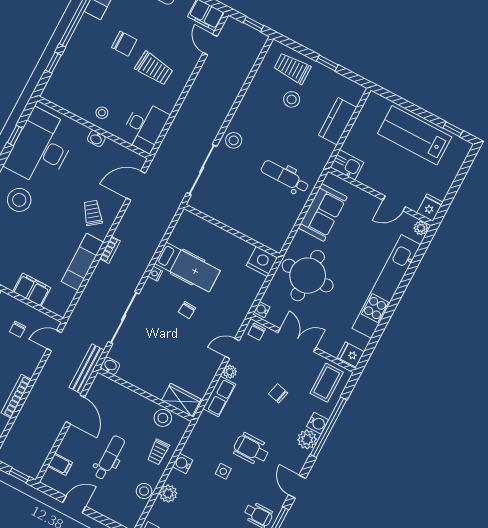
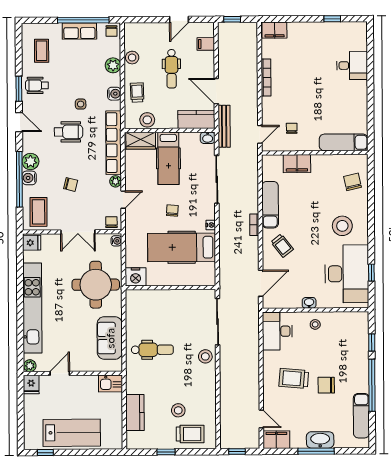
hospital bed: (188, 267) -> (182, 247), width x1.37, depth x1.29
hospital bed: (162, 366) -> (168, 158), added
kitchen counter: (112, 391) -> (196, 119), added
row of seats: (219, 396) -> (114, 143), width x2.02

